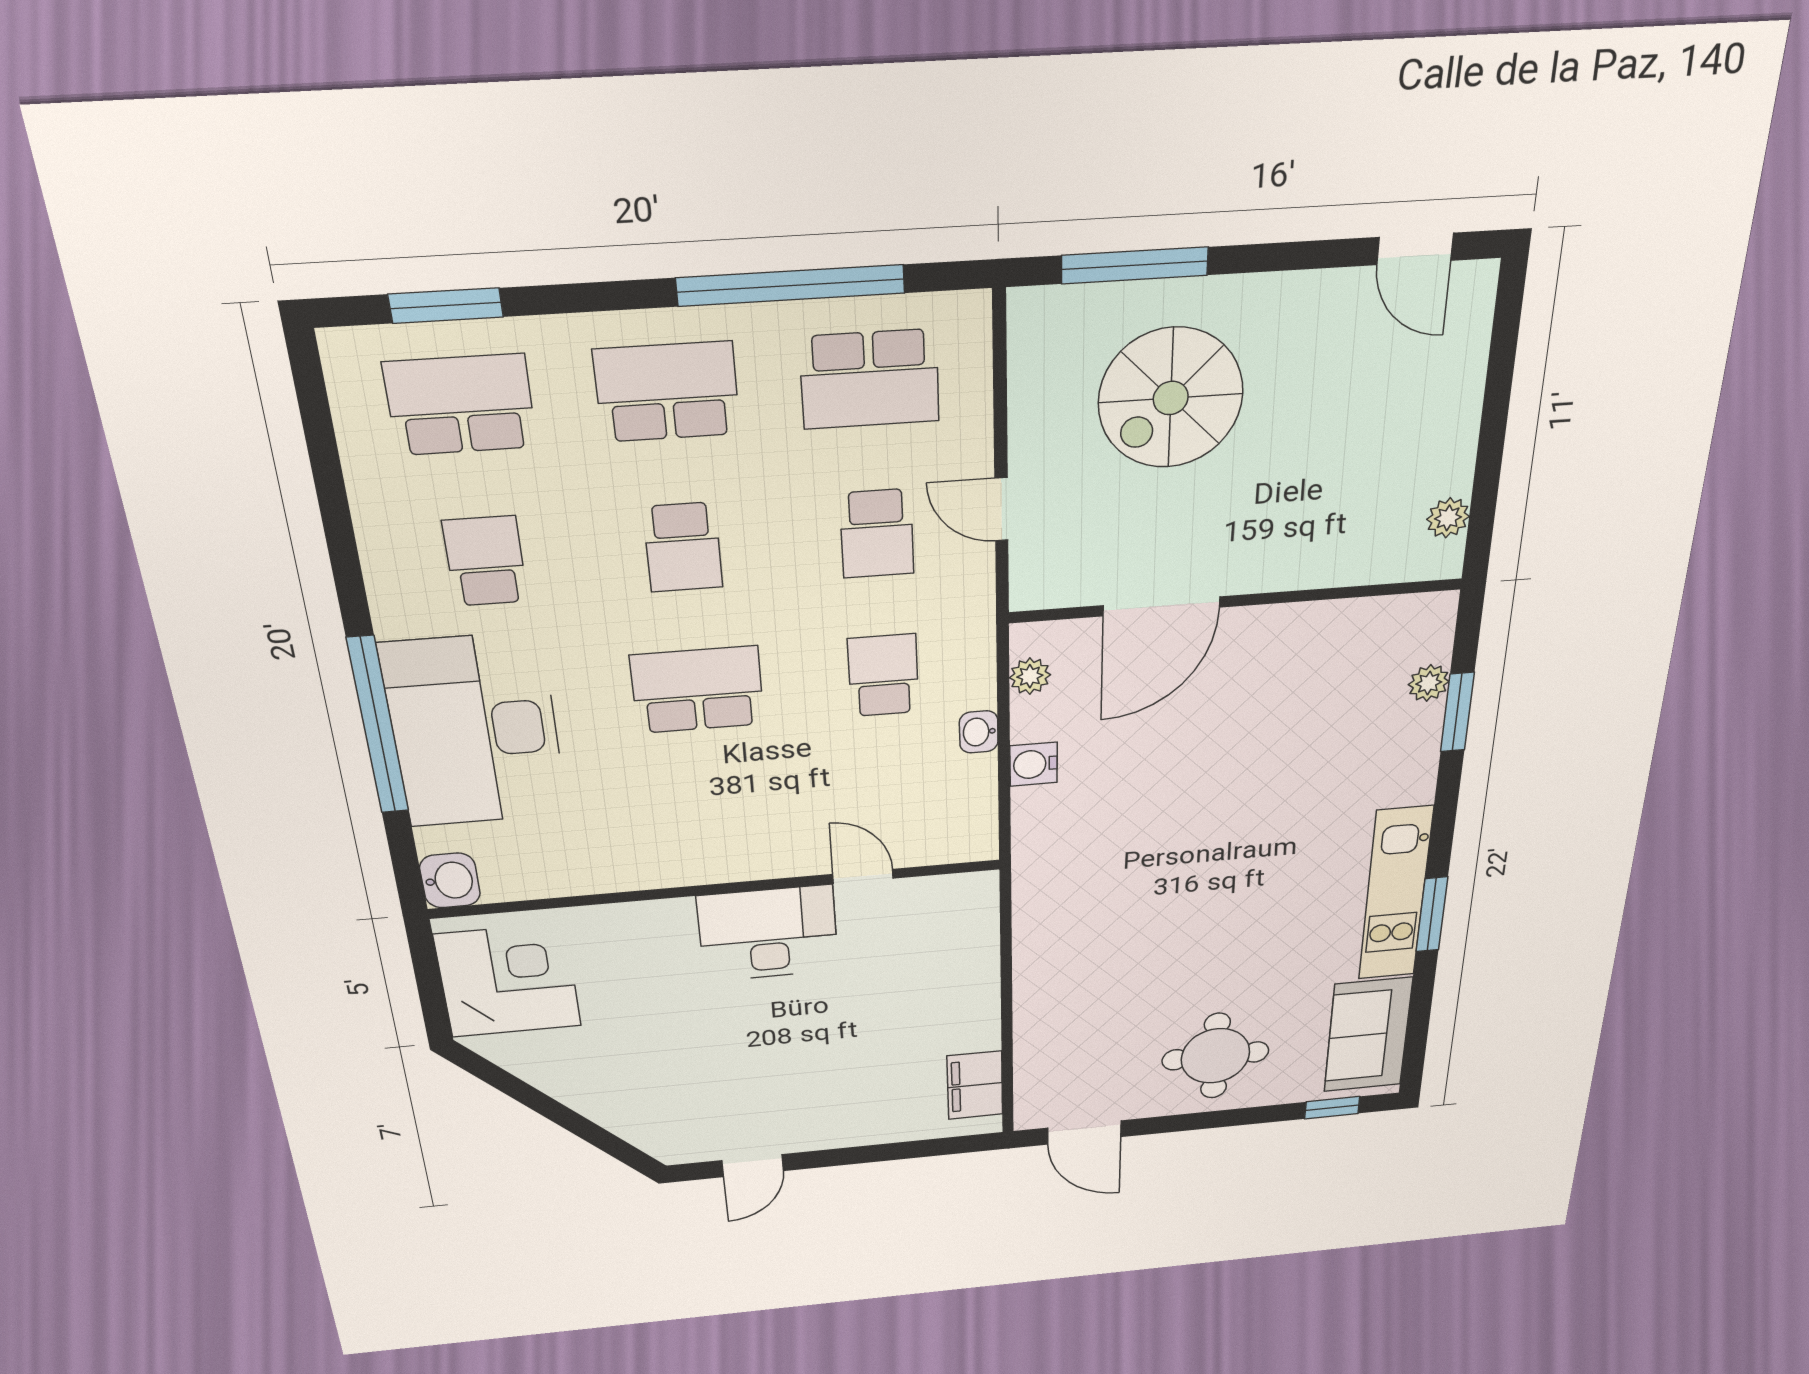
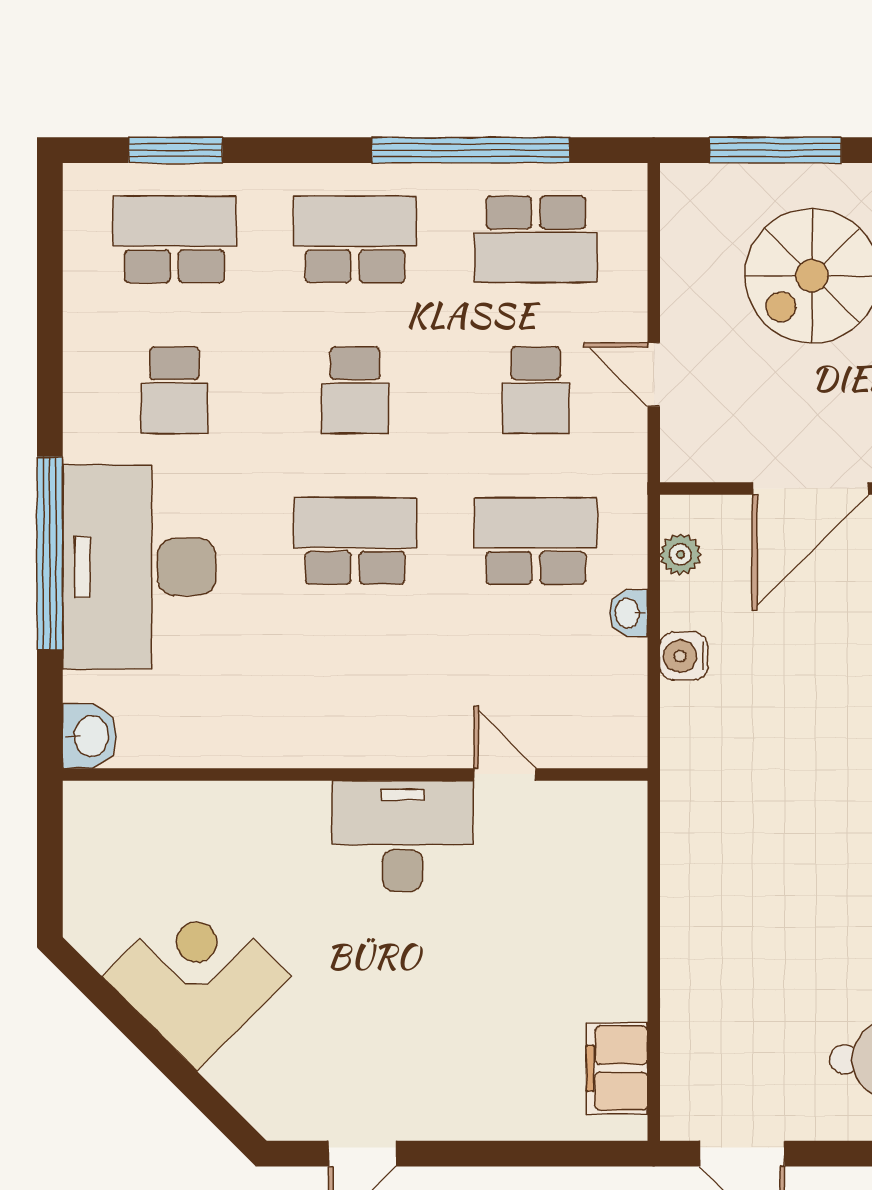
school desk: (485, 561) -> (174, 390), turned 180
school desk: (883, 675) -> (536, 541), width x1.85
corner desk: (508, 981) -> (197, 976), moved, turned -45

